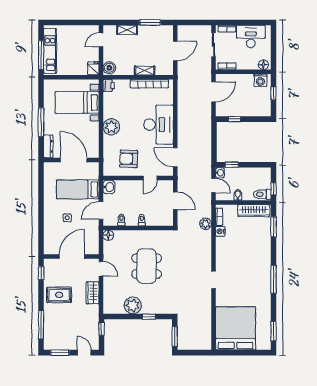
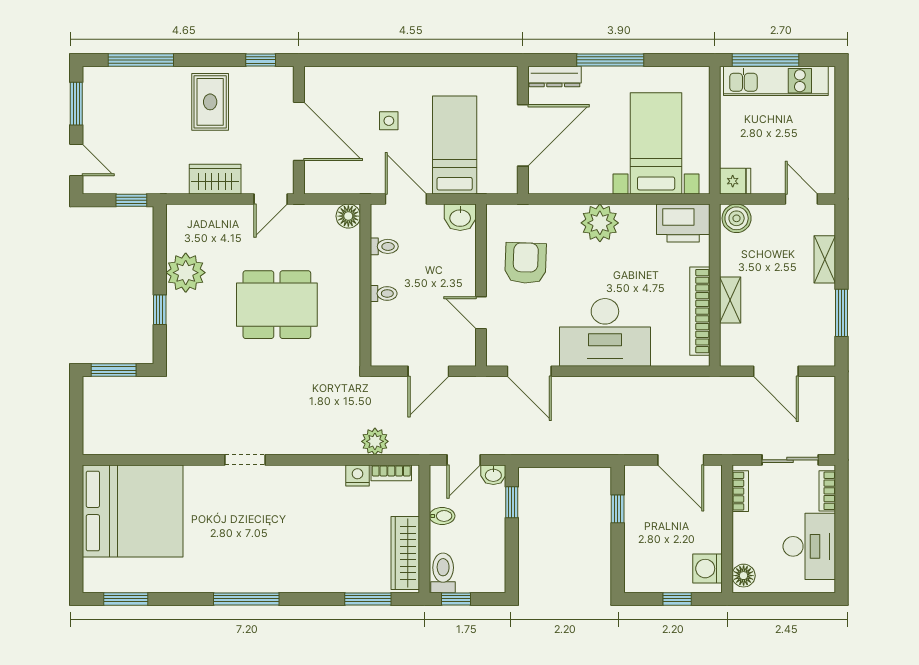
printer: (109, 85) -> (683, 223), width x1.87, depth x1.48
door: (175, 157) -> (529, 371), swing flipped
door: (84, 353) -> (76, 160), hinge flipped

